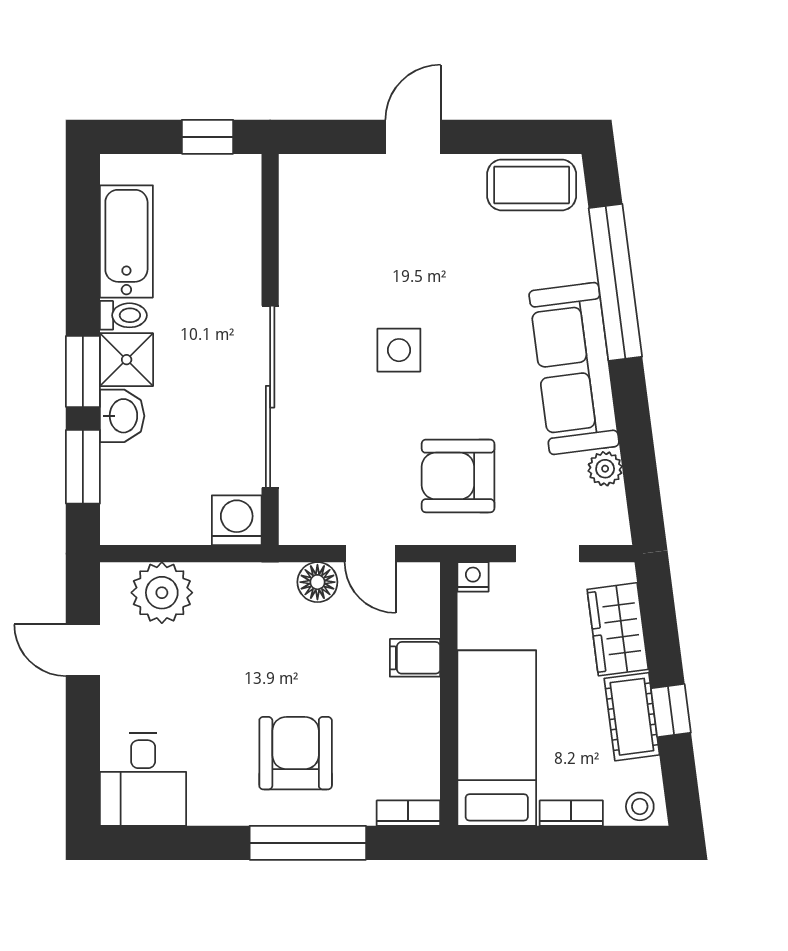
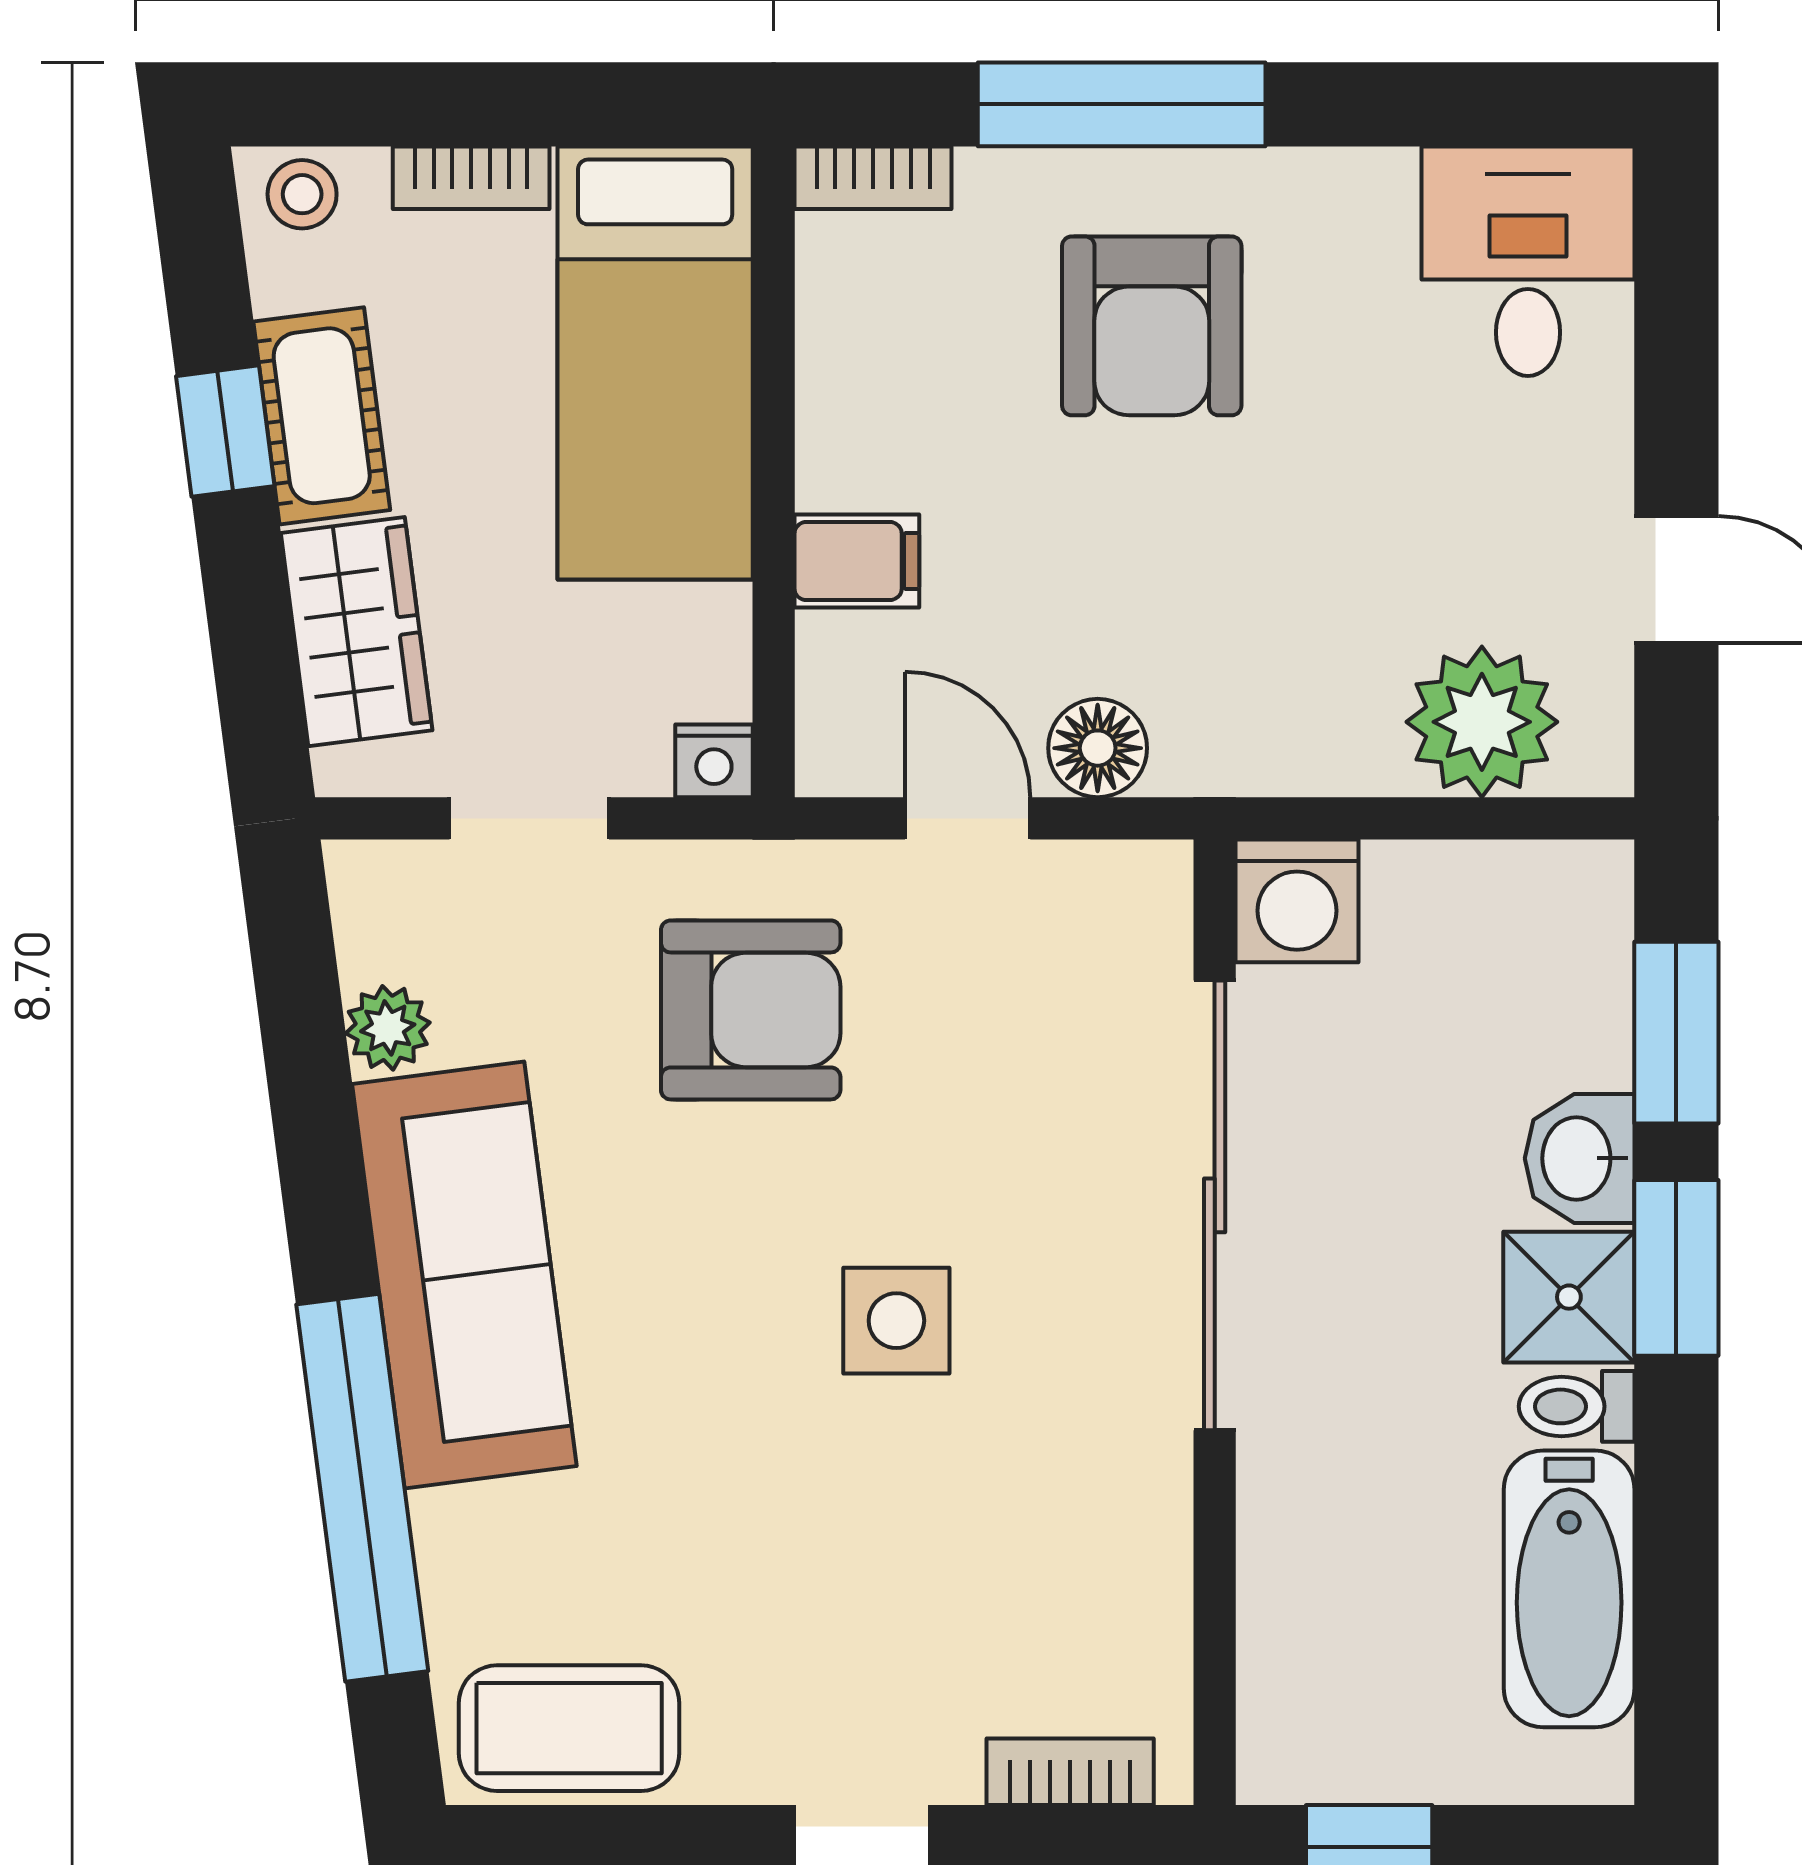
bookcase: (329, 167) -> (1070, 1772), added

